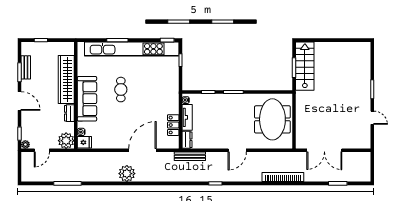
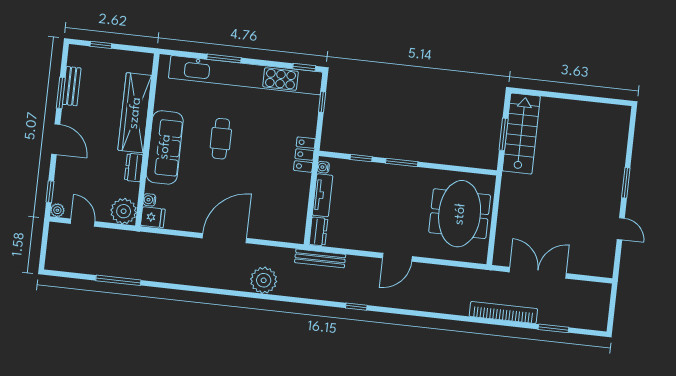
locker: (173, 125) -> (304, 155), moved
door: (42, 150) -> (83, 223), swing flipped
door: (143, 150) -> (224, 238), moved
double door: (324, 150) -> (538, 273), swing flipped
plant: (127, 174) -> (264, 280), moved
bookcase: (283, 177) -> (503, 312), moved

